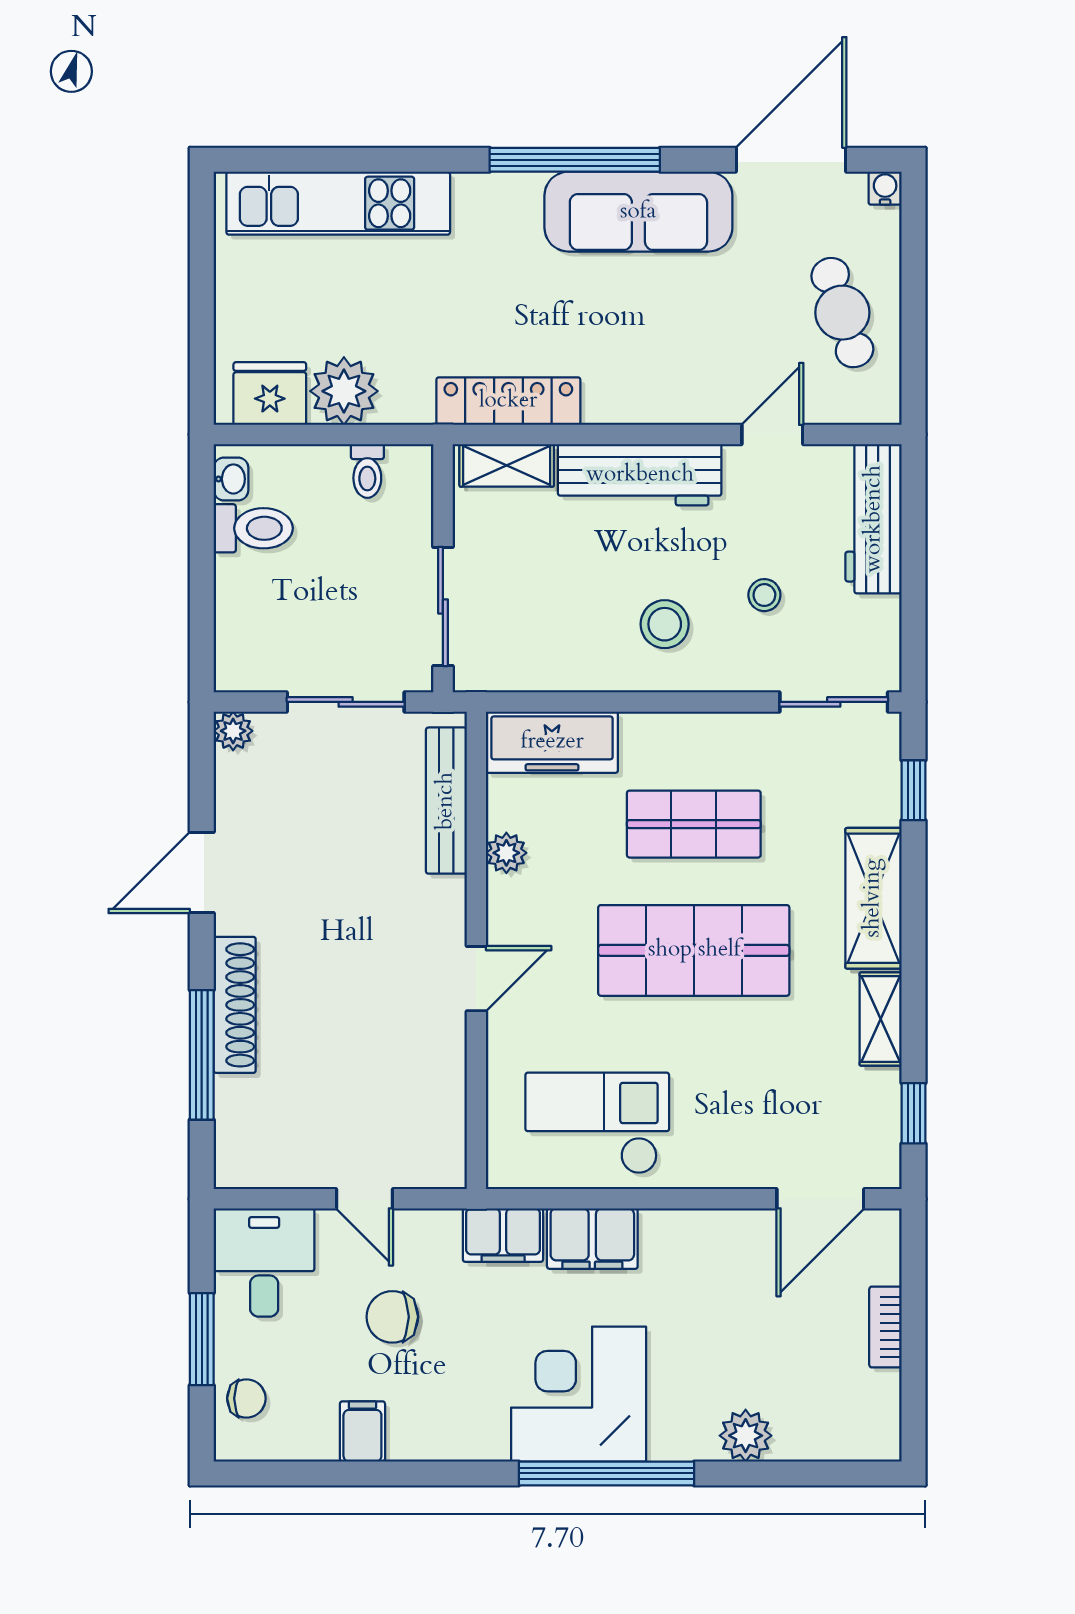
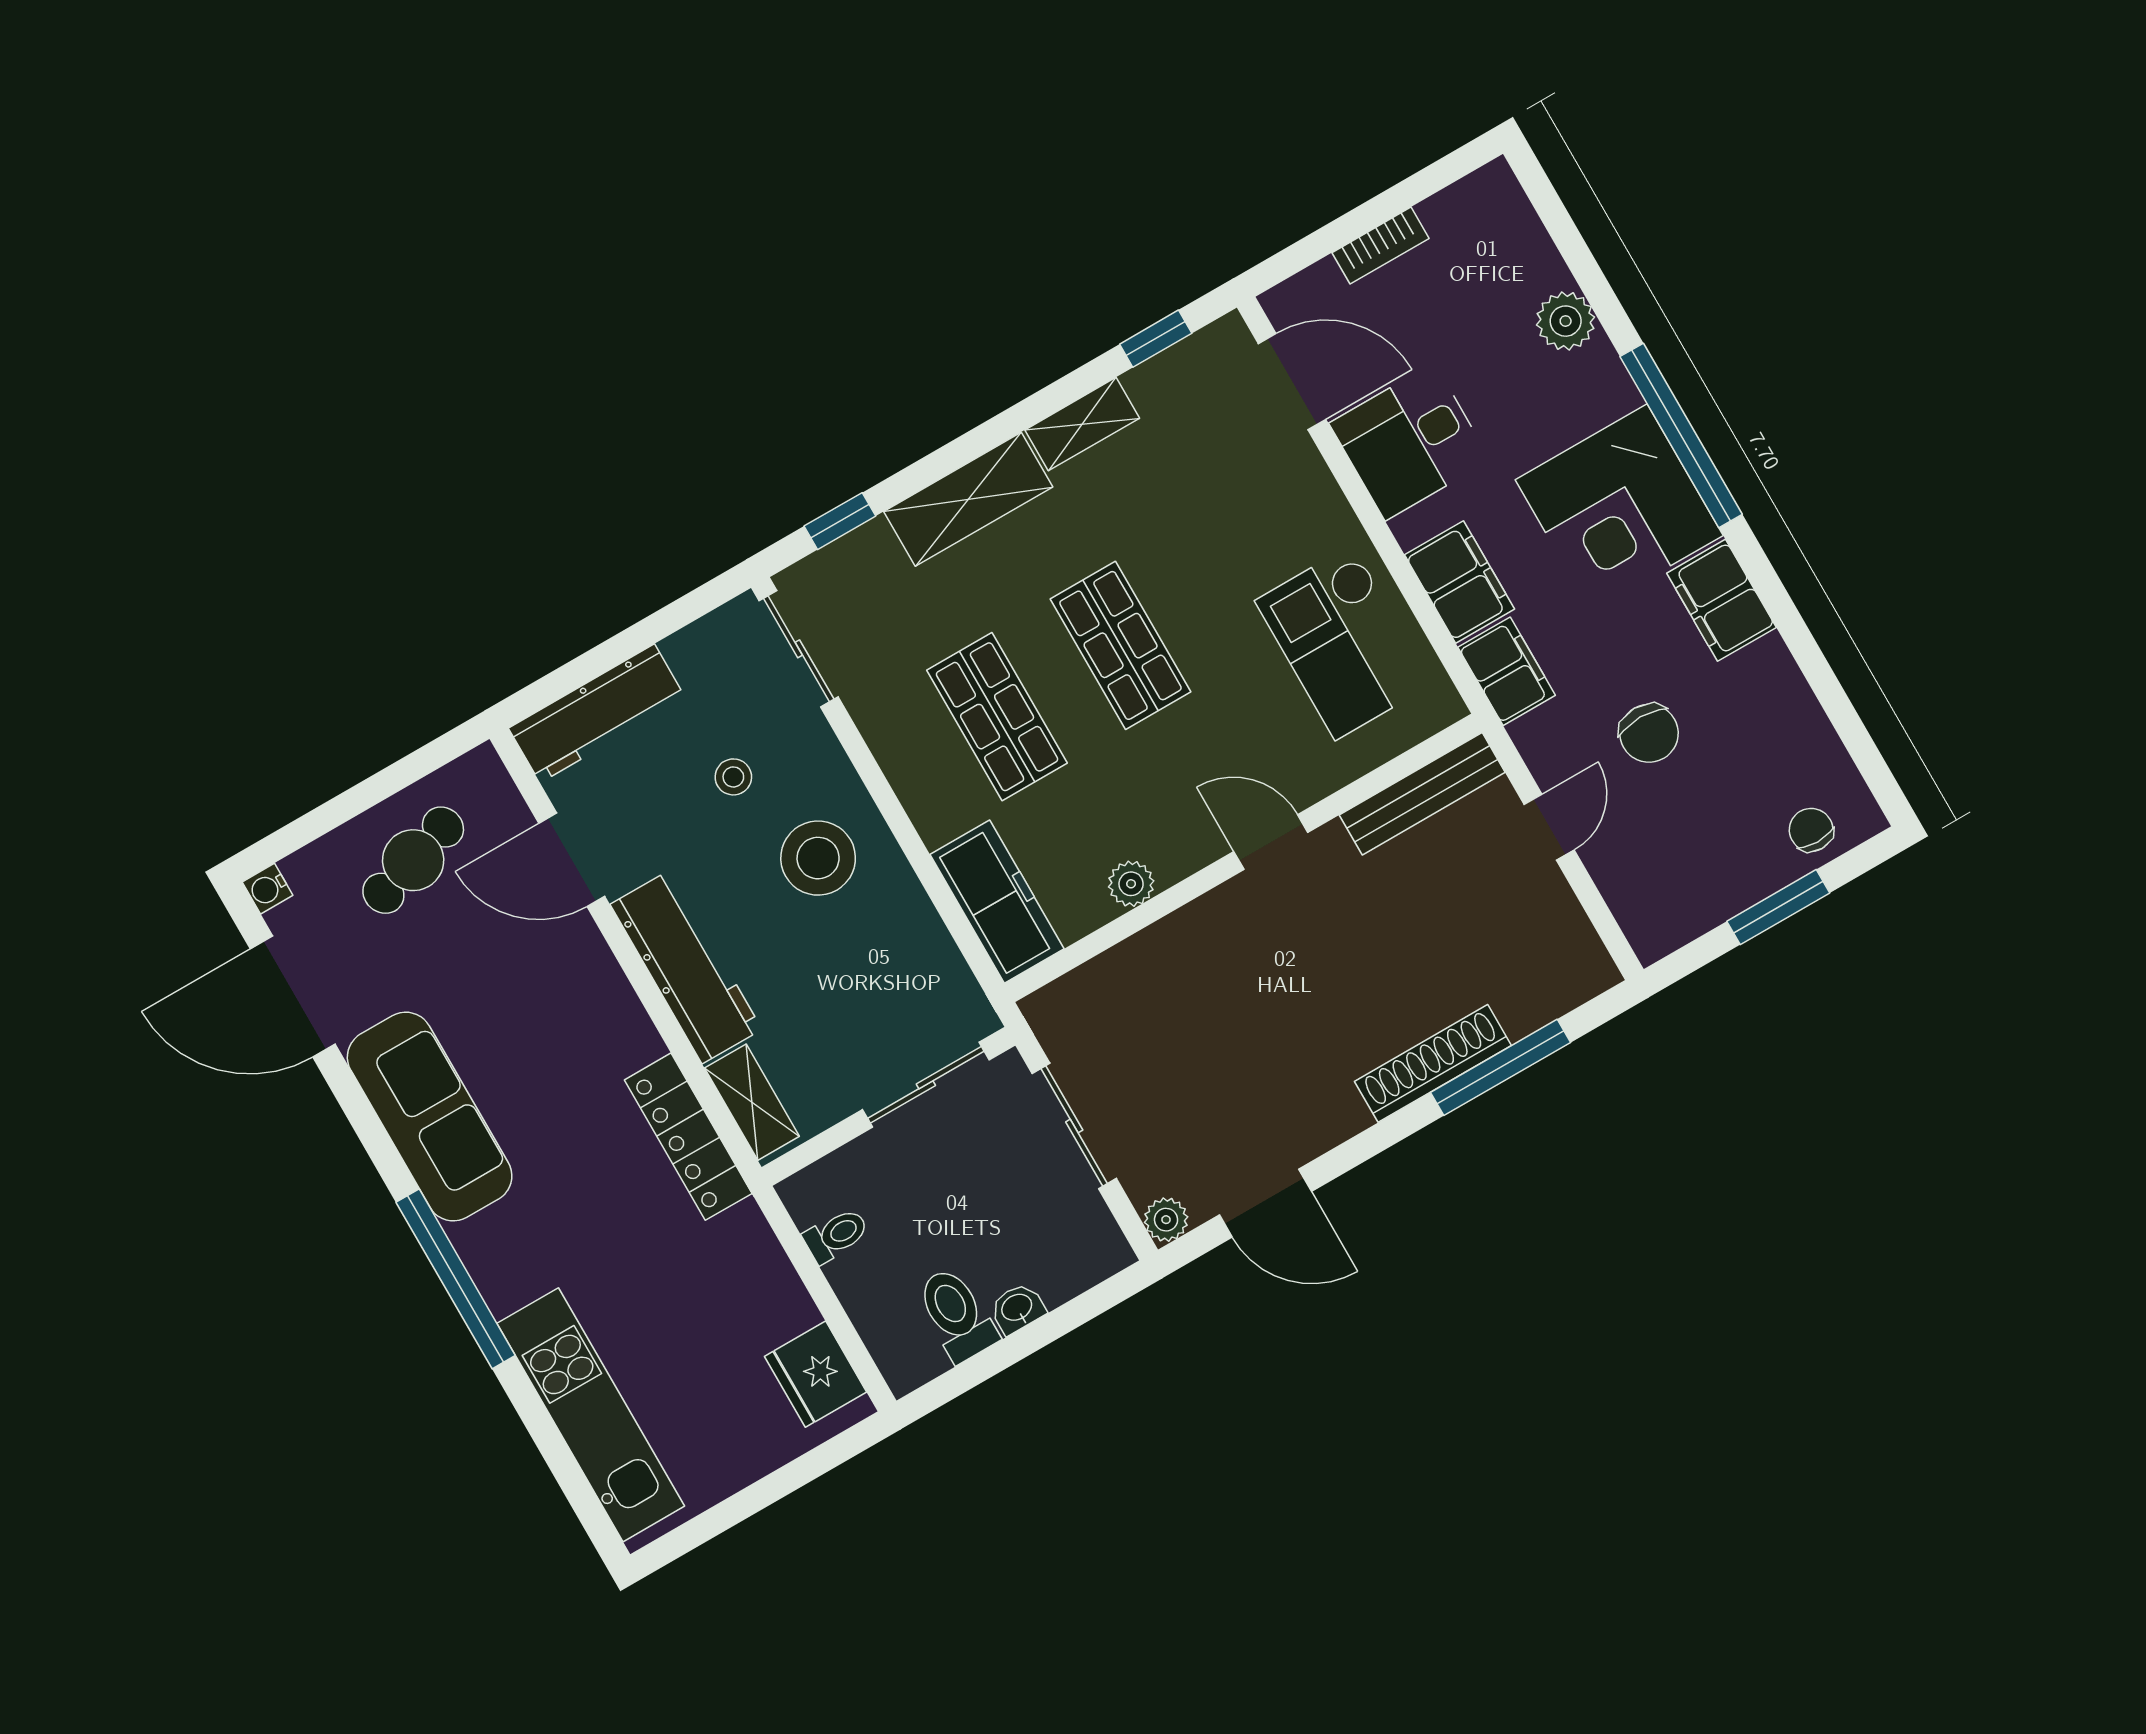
window: (575, 160) -> (456, 1279), moved
plant: (344, 391) -> (771, 1303), removed
door: (772, 434) -> (572, 860), width x1.38
washbasin: (231, 479) -> (1017, 1308), moved
stool: (665, 624) -> (818, 858), width x1.38, depth x1.38
bench: (446, 801) -> (1422, 794), moved
door: (202, 873) -> (1265, 1203), moved
shop shelf: (694, 950) -> (1121, 645), width x0.70, depth x0.74
desk: (264, 1262) -> (1410, 442), moved
filing cabinet: (362, 1431) -> (1722, 600), moved, width x2.00

